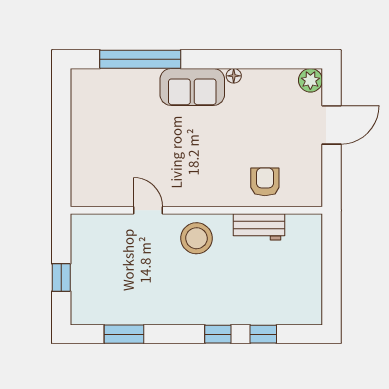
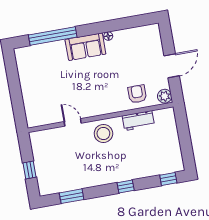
plant: (310, 80) -> (165, 96), moved
door: (331, 125) -> (172, 66), moved
window: (263, 334) -> (168, 179), moved

